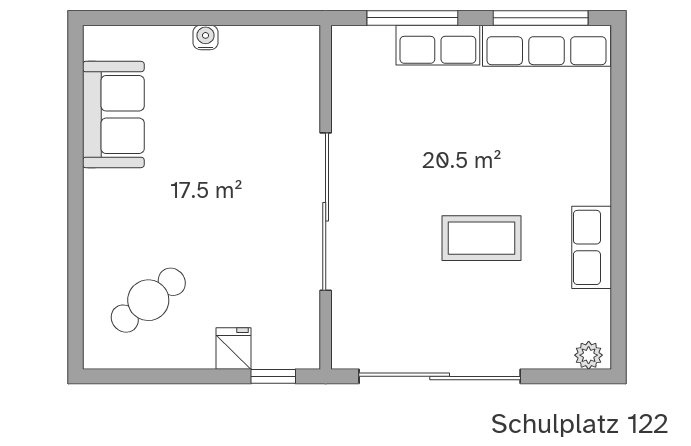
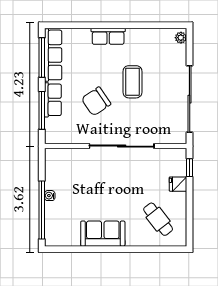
window: (171, 18) -> (42, 210), added
sofa: (113, 115) -> (103, 234), moved
chair: (434, 150) -> (96, 101), added
row of seats: (592, 247) -> (108, 36), moved

